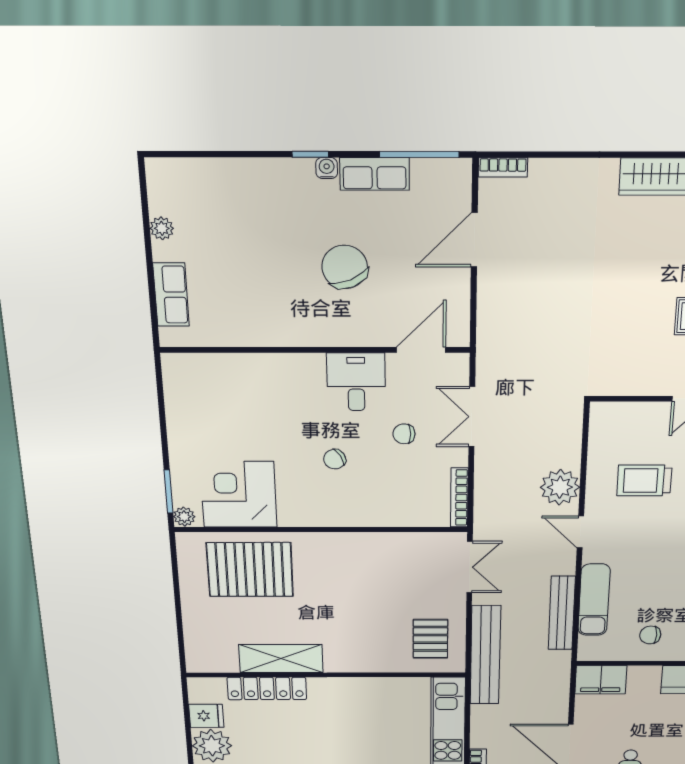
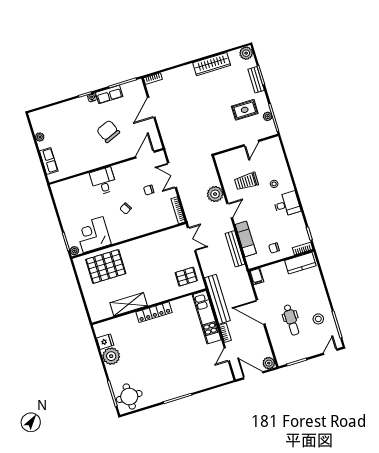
desk: (356, 382) -> (103, 181), moved
door: (580, 532) -> (230, 211), swing flipped
pallet: (430, 639) -> (186, 277), turned 90
bench: (485, 655) -> (217, 299), moved
filing cabinet: (601, 680) -> (257, 277), width x0.50
locker: (267, 688) -> (154, 312), moved

